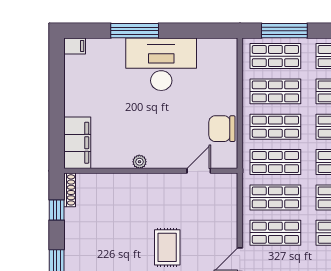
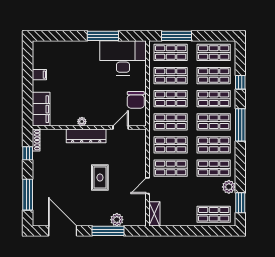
window: (135, 31) -> (103, 36), moved
filing cabinet: (75, 46) -> (39, 75), moved
desk: (161, 64) -> (123, 58), moved
chair: (222, 129) -> (136, 100), turned -90
dresser: (146, 184) -> (86, 136), added

